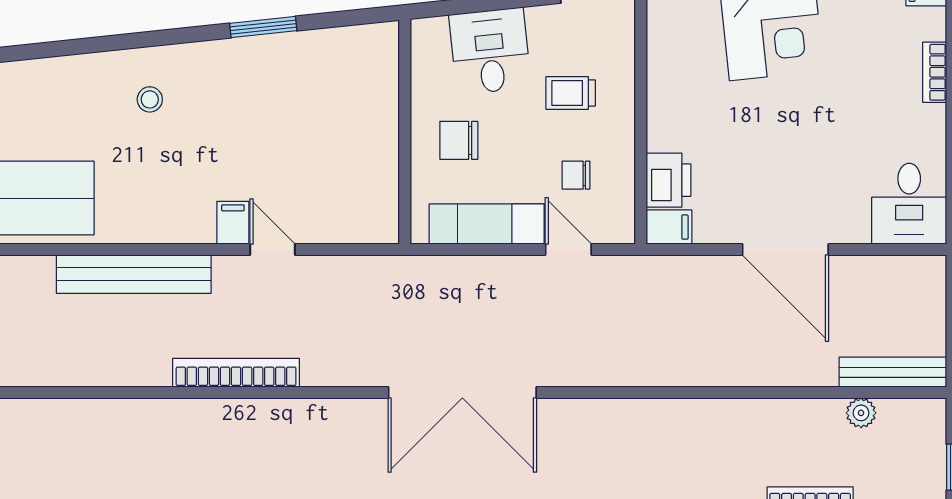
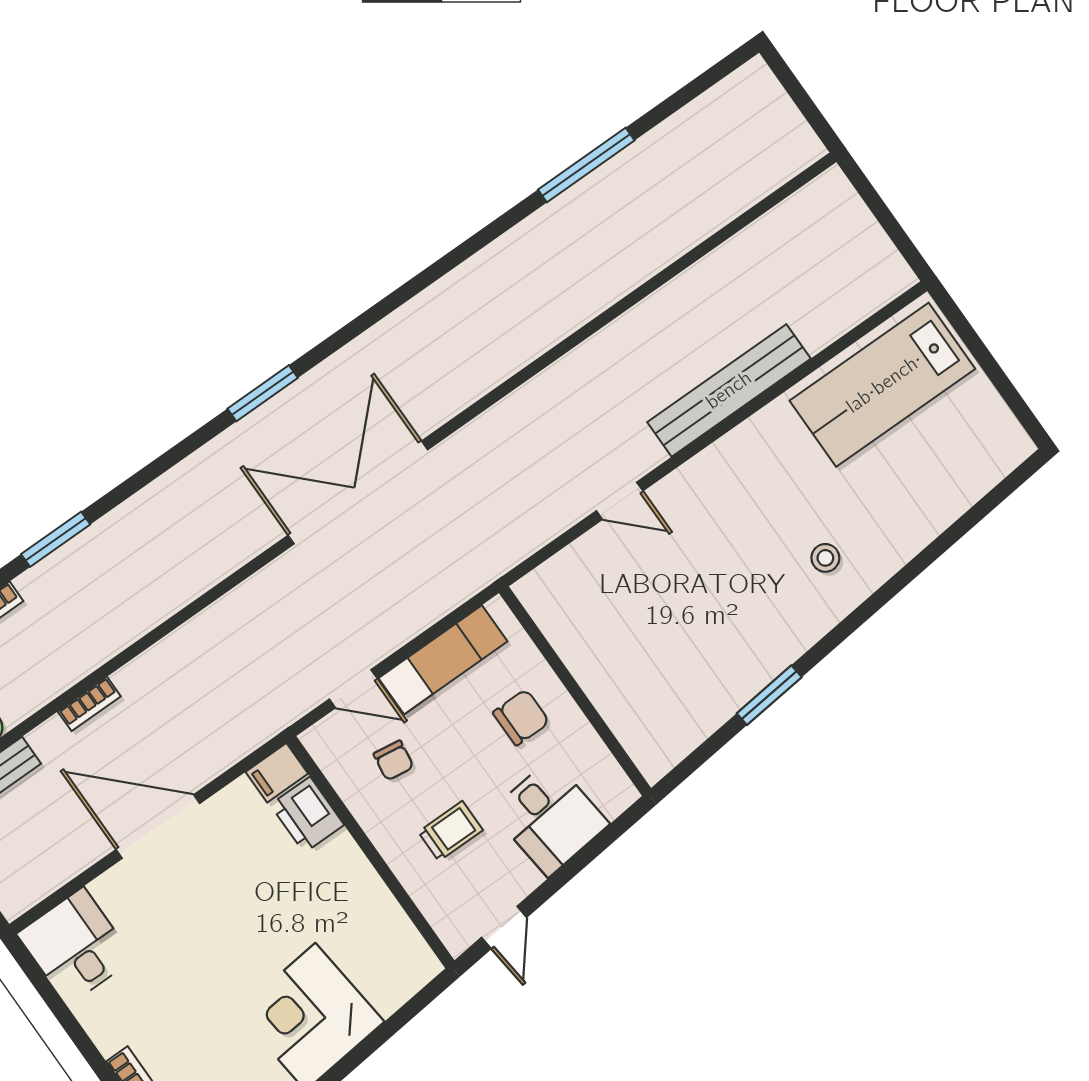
chair: (576, 175) -> (394, 760), turned 98
filing cabinet: (233, 223) -> (672, 500), removed
bookcase: (236, 373) -> (89, 704), moved, width x0.43, depth x0.76

